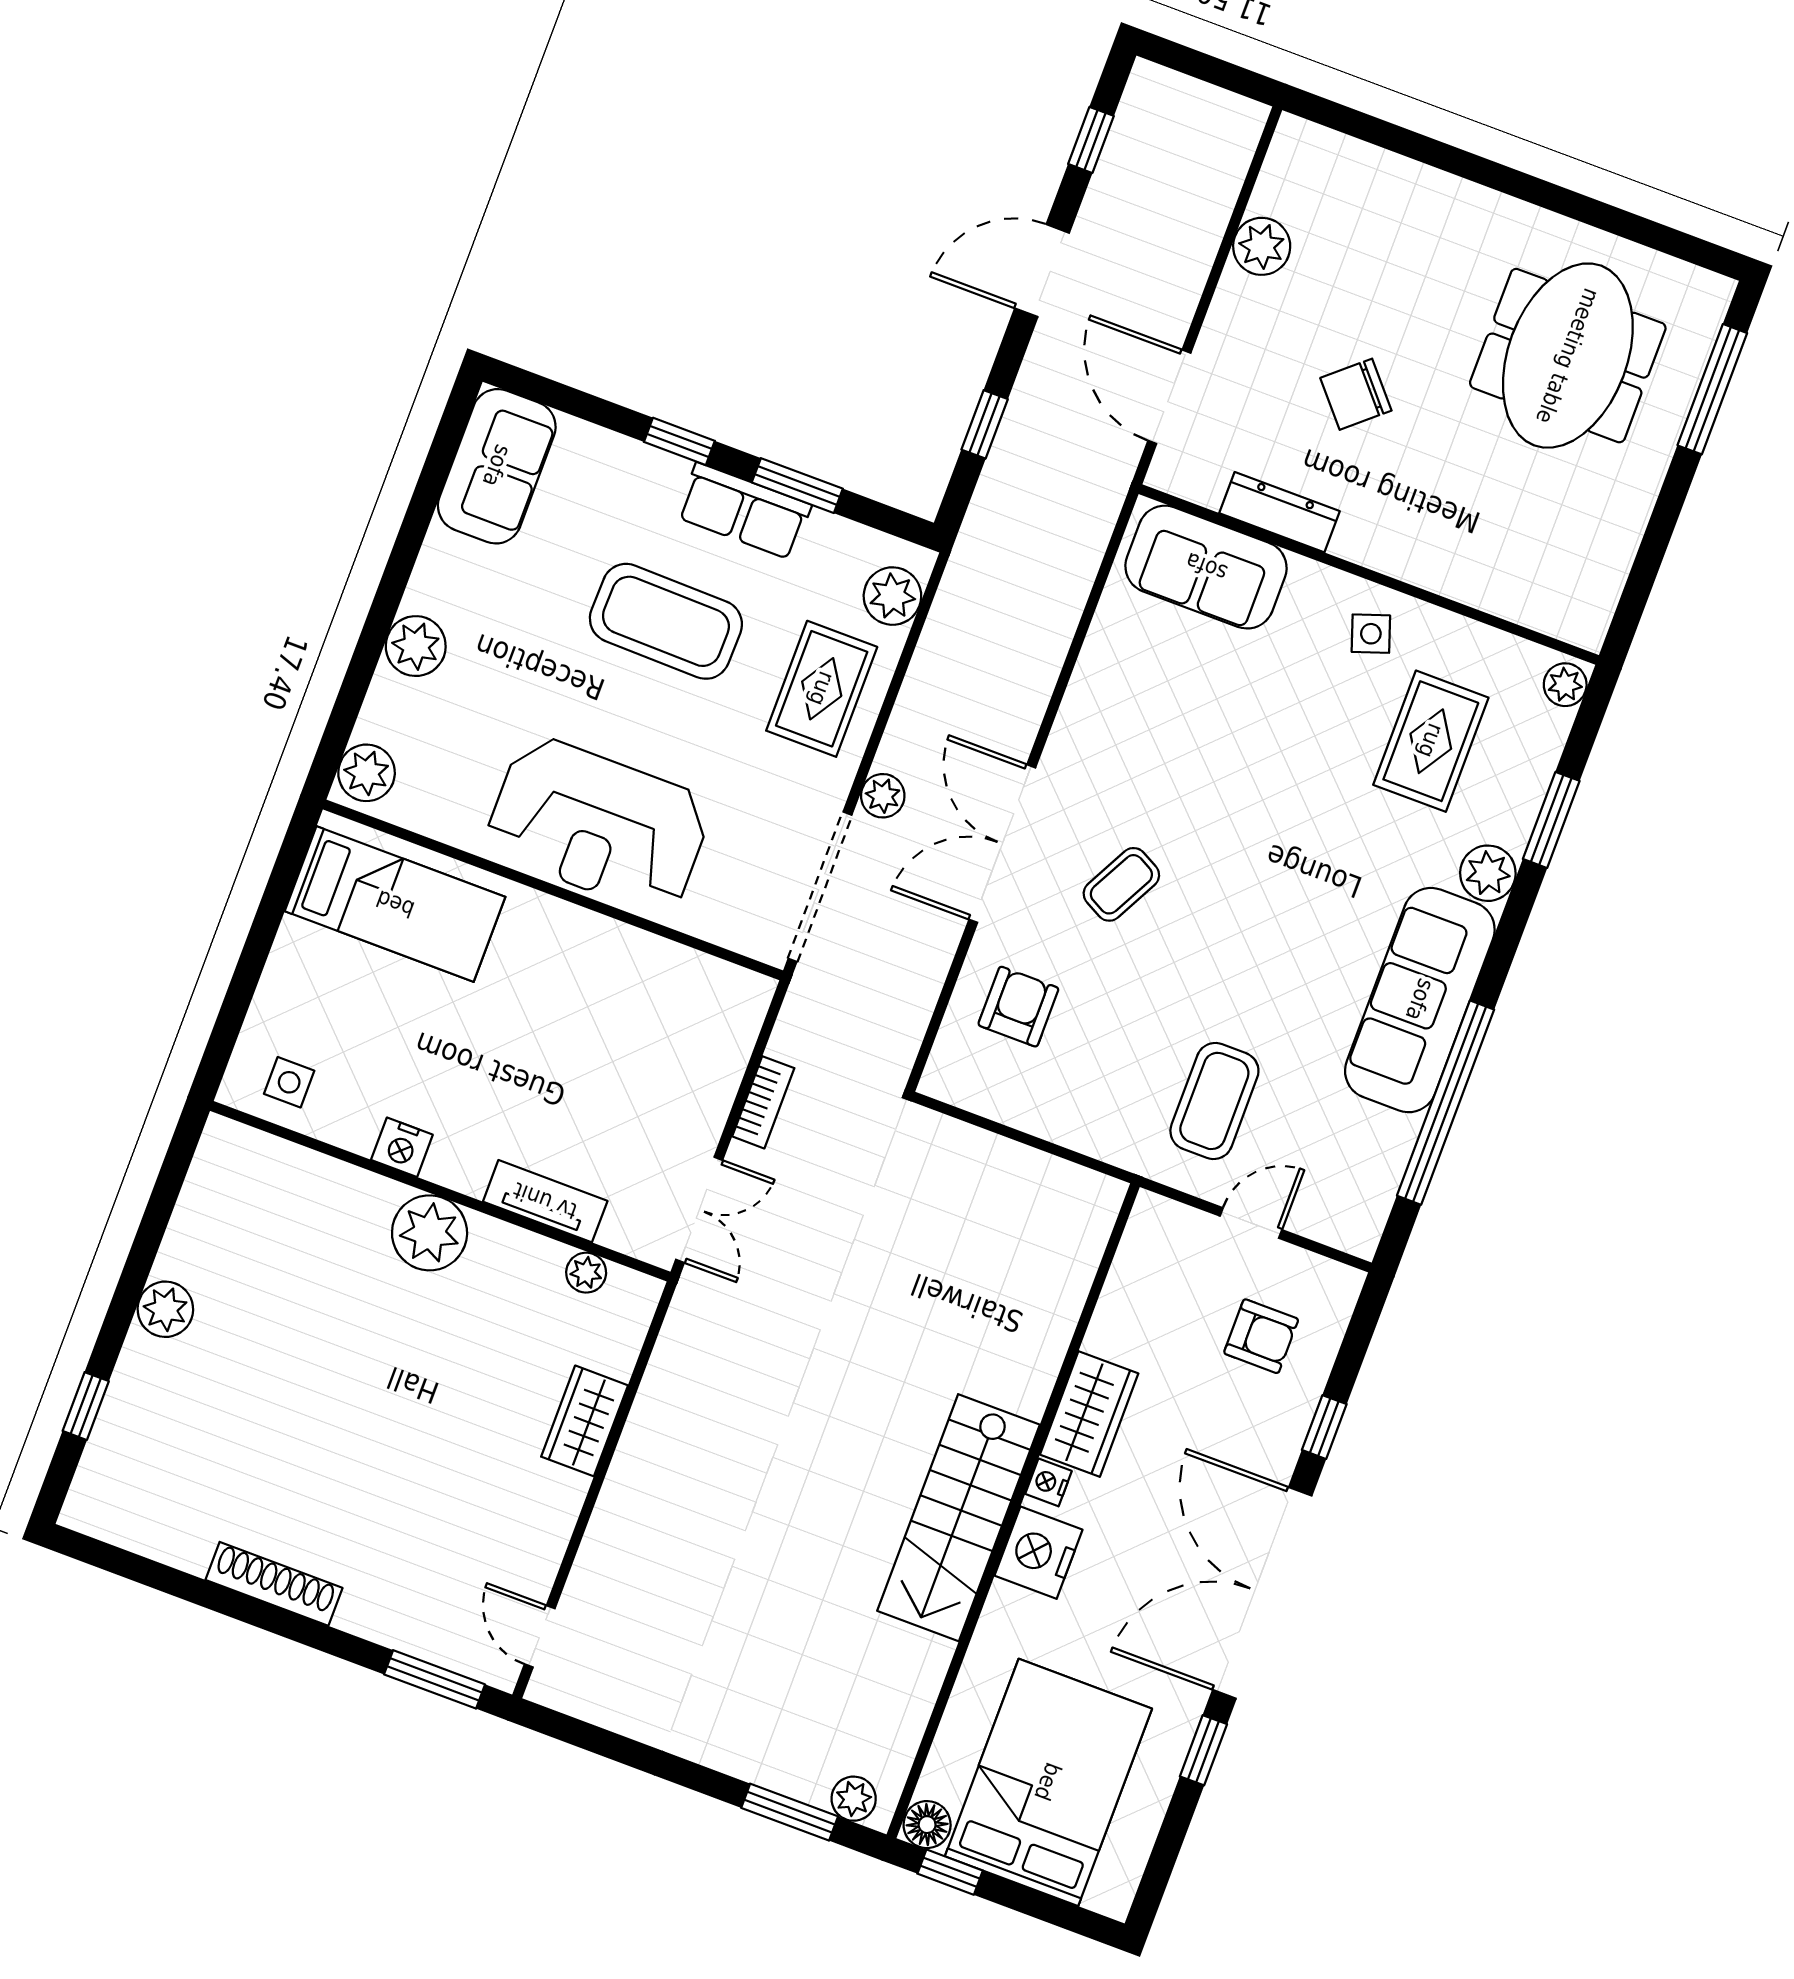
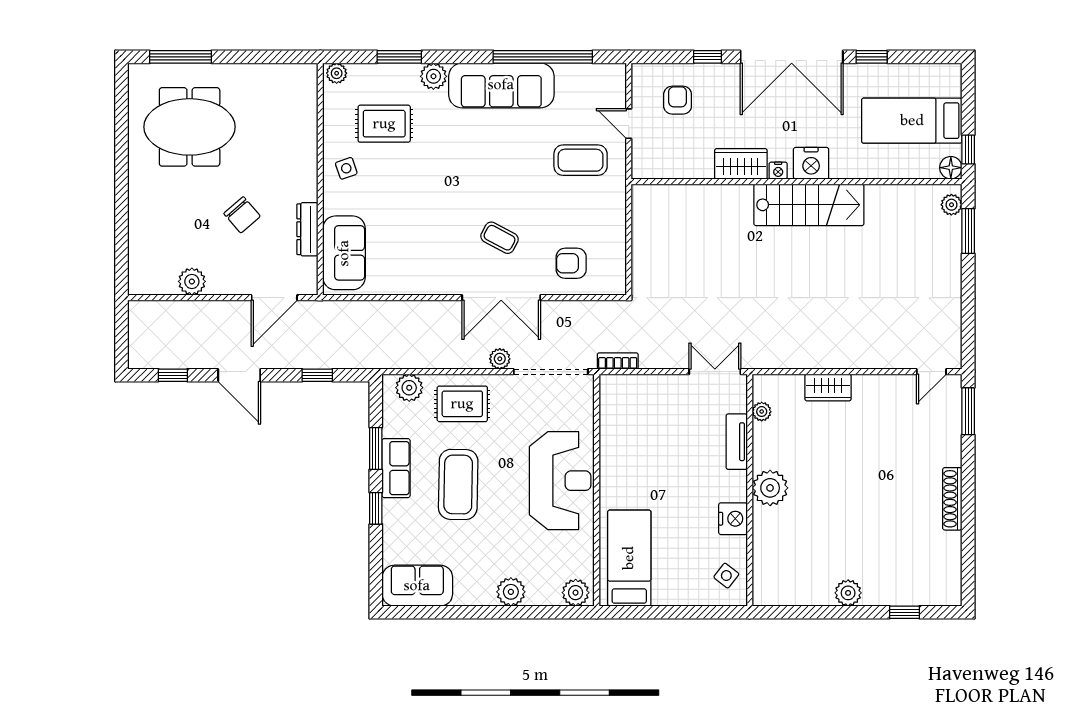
side table: (289, 1082) -> (726, 576), turned 38
bookcase: (763, 1102) -> (618, 361), moved
nightstand: (402, 1147) -> (733, 519), width x1.36, depth x1.33
bed: (1048, 1782) -> (912, 121), width x0.67

